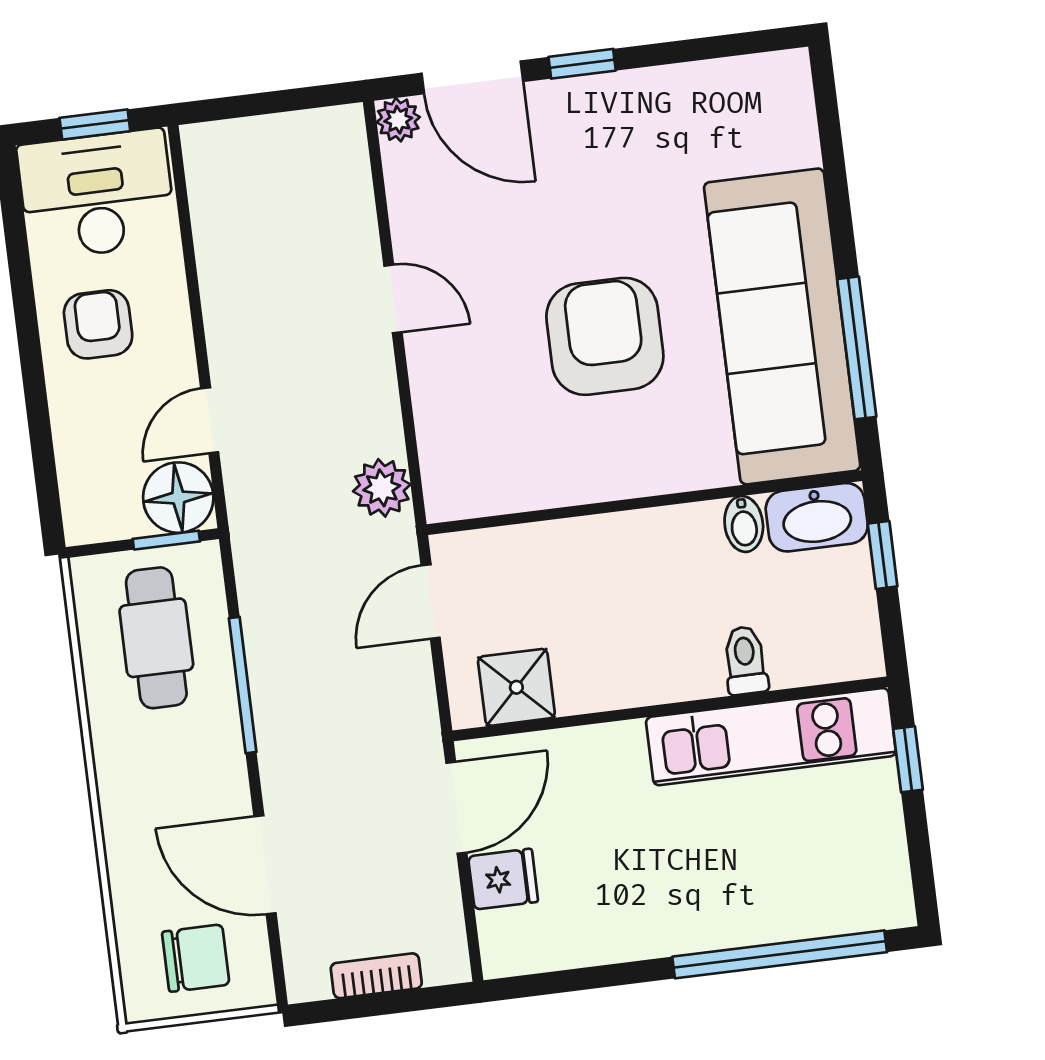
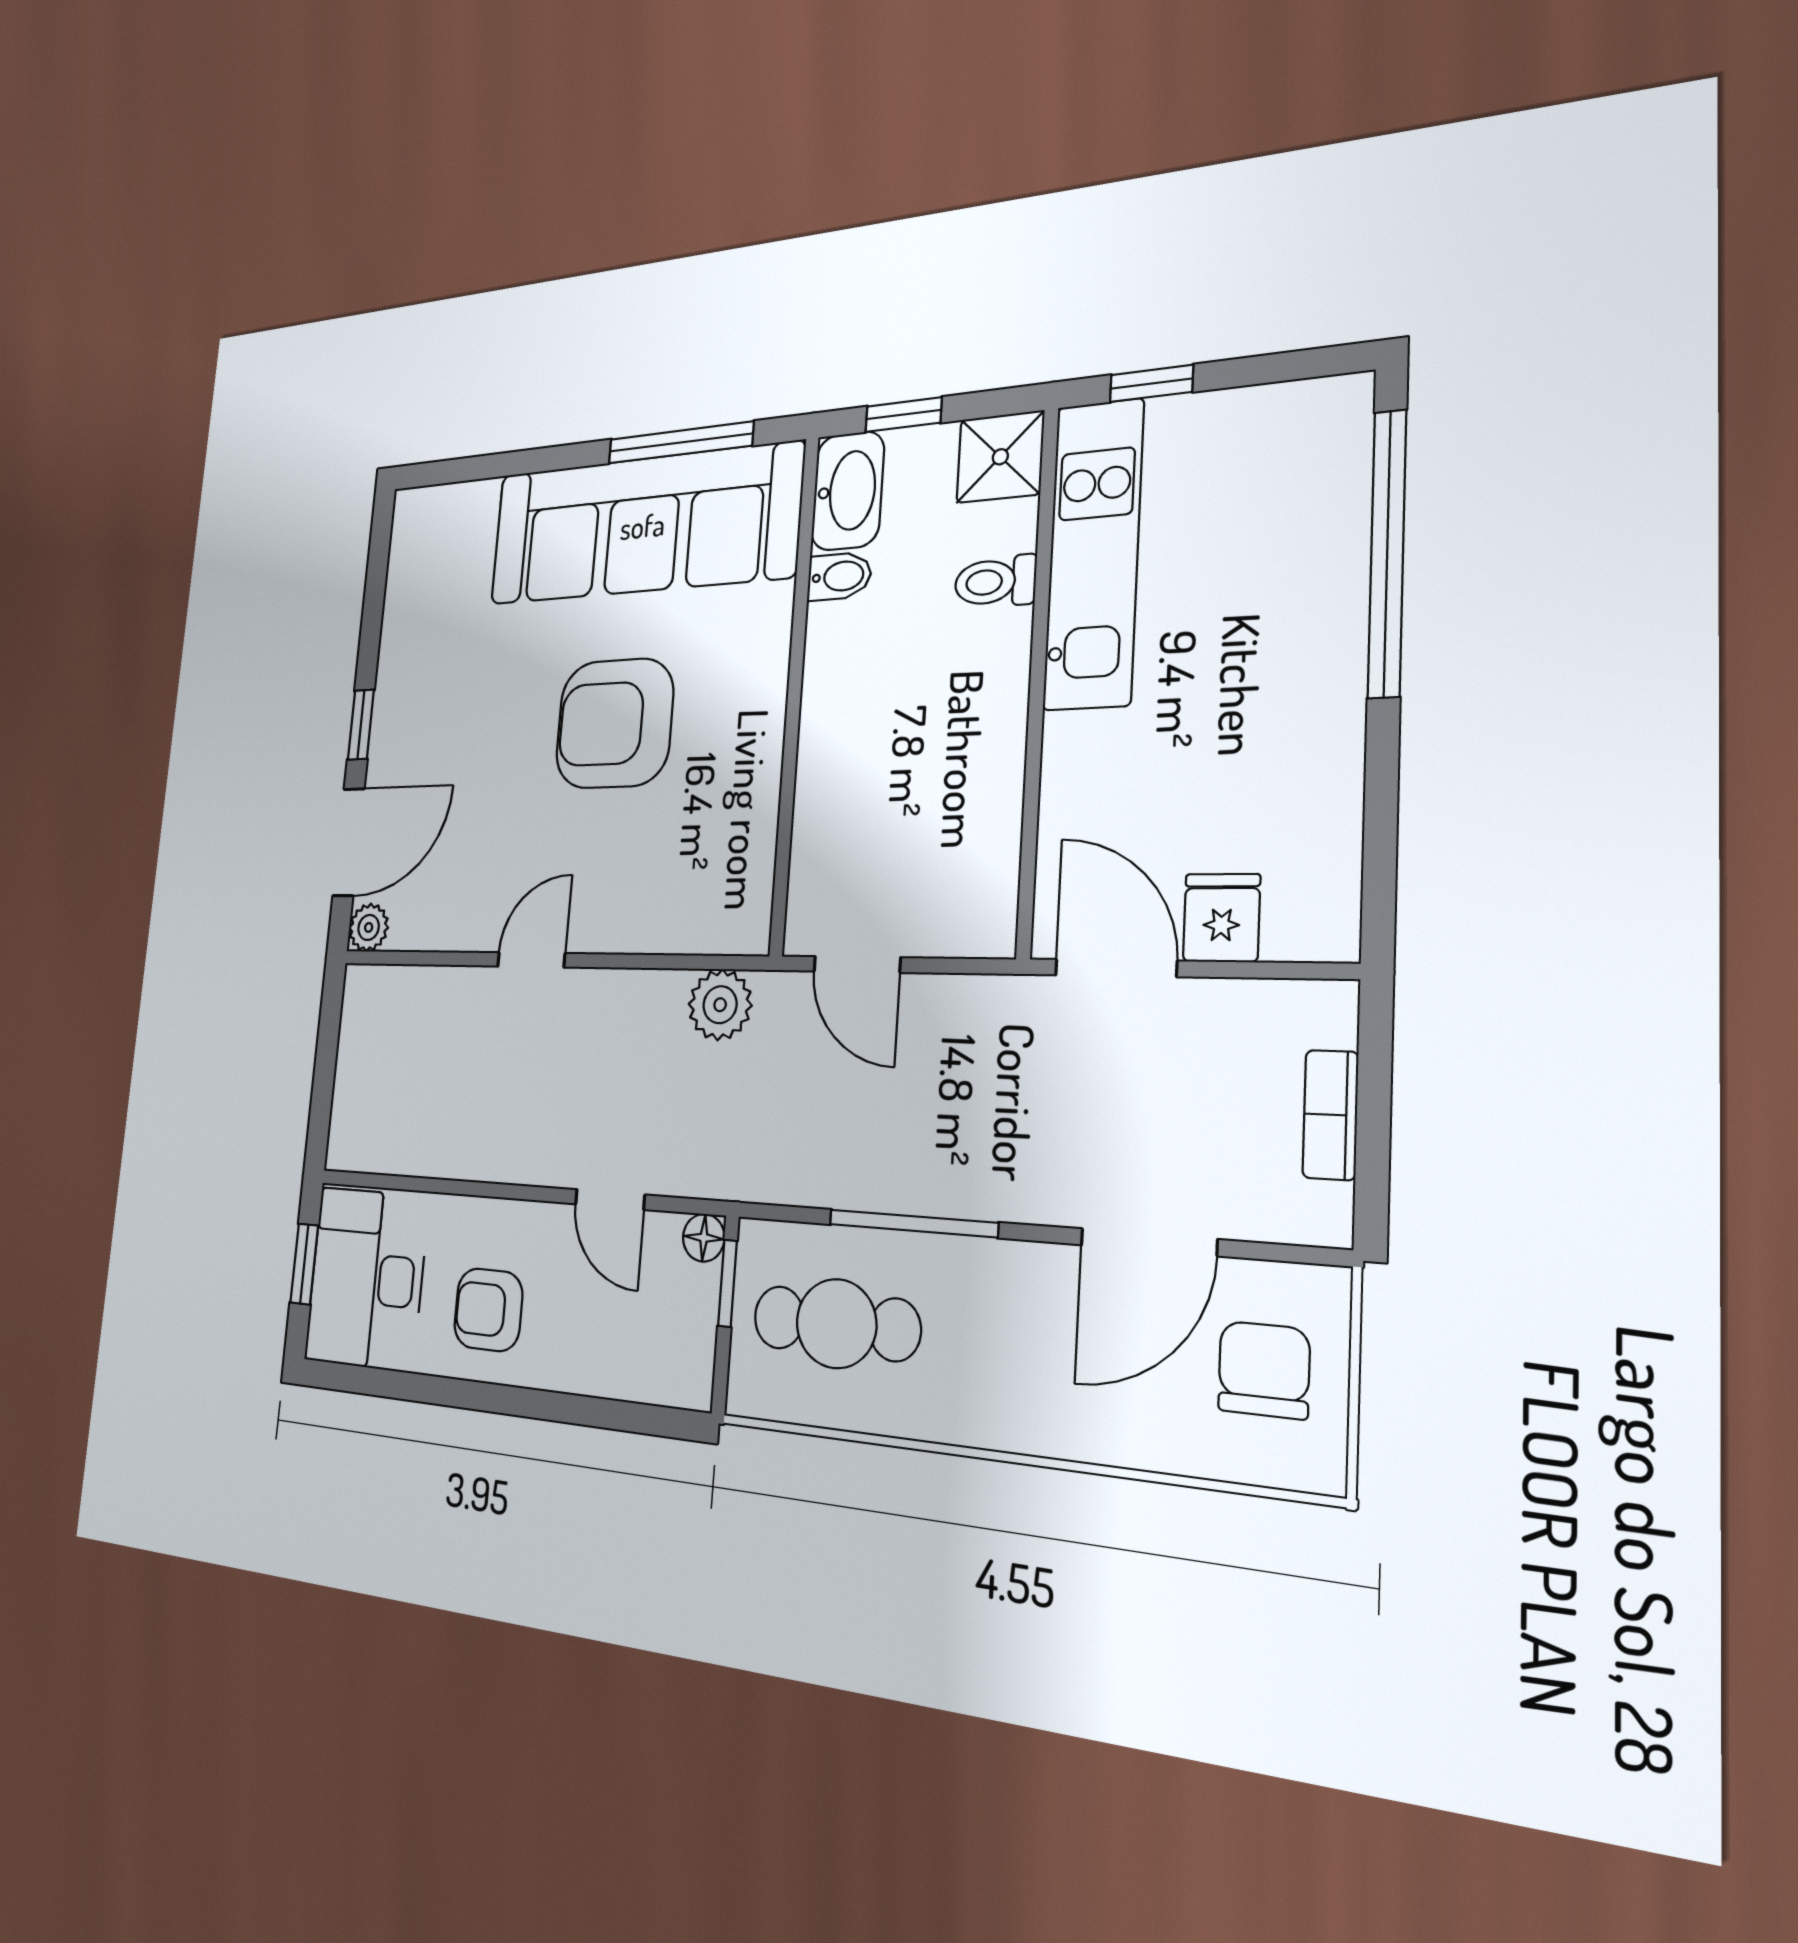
floor lamp: (178, 498) -> (704, 1238), width x0.53, depth x0.53
shower: (516, 687) -> (1000, 457), moved

